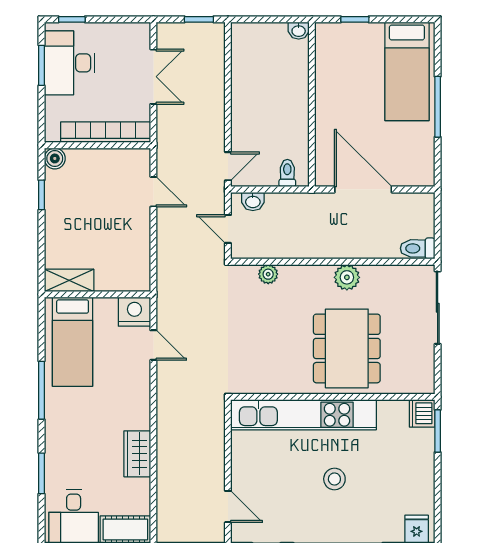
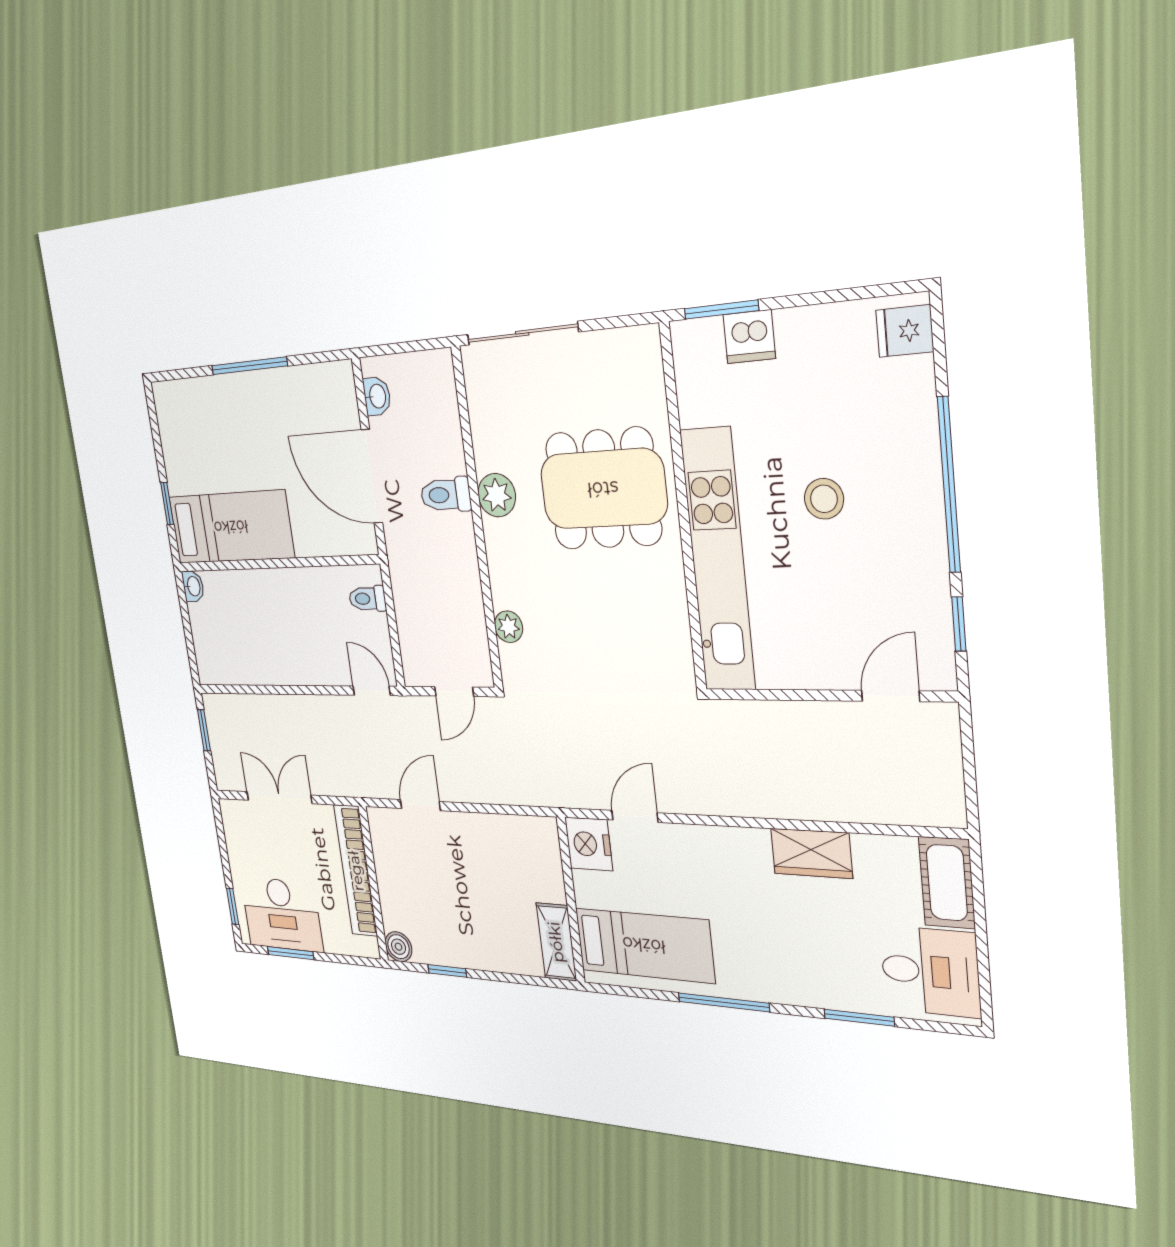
bed: (407, 71) -> (231, 527), moved
door: (363, 189) -> (372, 476), hinge flipped
washbasin: (253, 201) -> (377, 396), moved
toilet: (418, 248) -> (446, 495), moved, turned 90
dishwasher: (422, 413) -> (749, 337), moved

